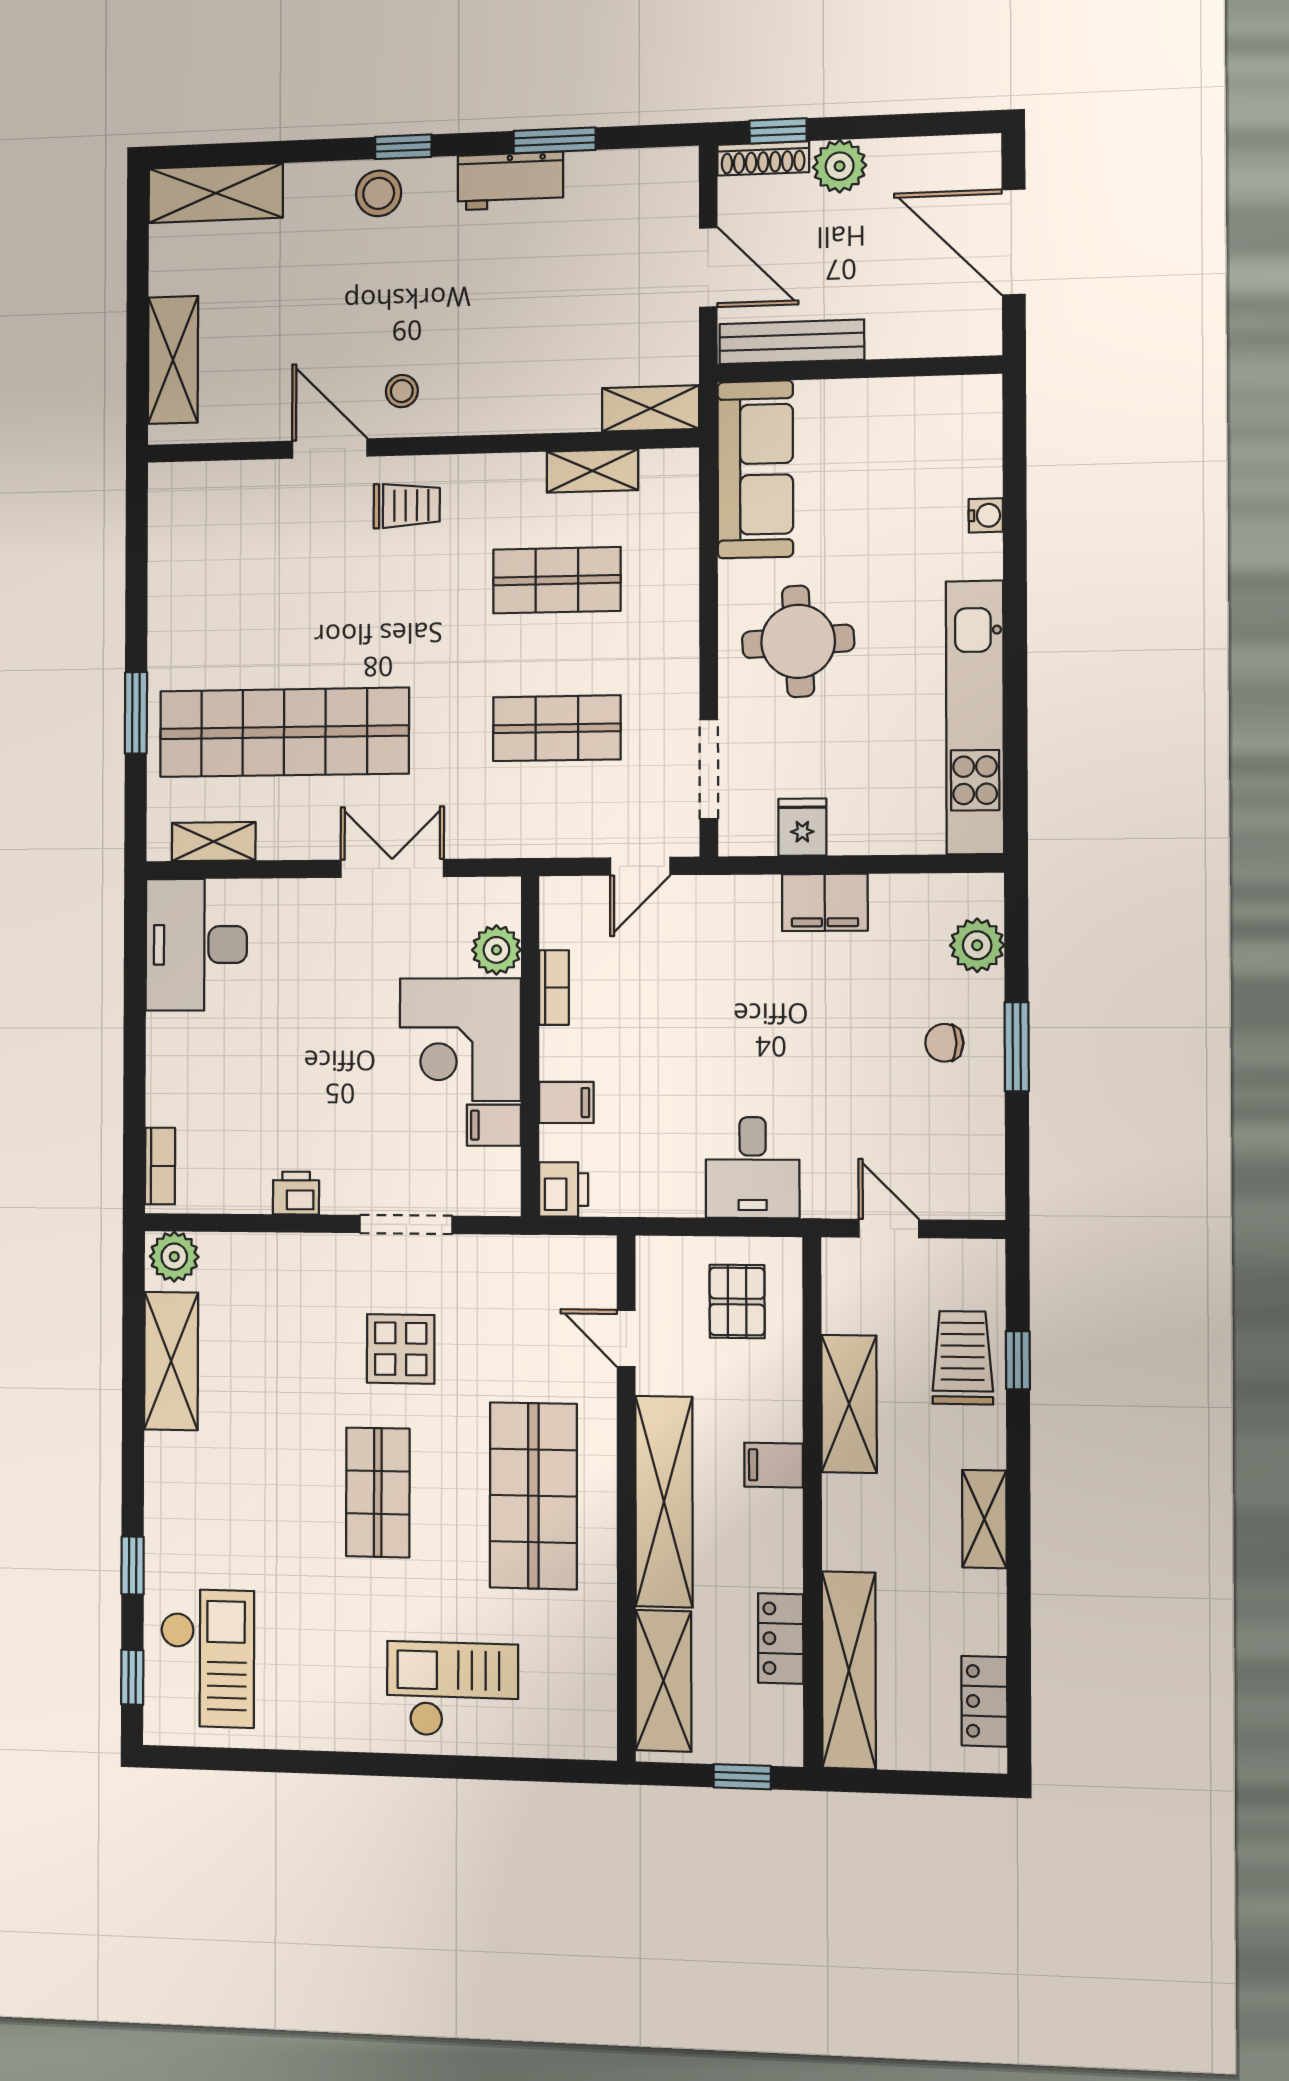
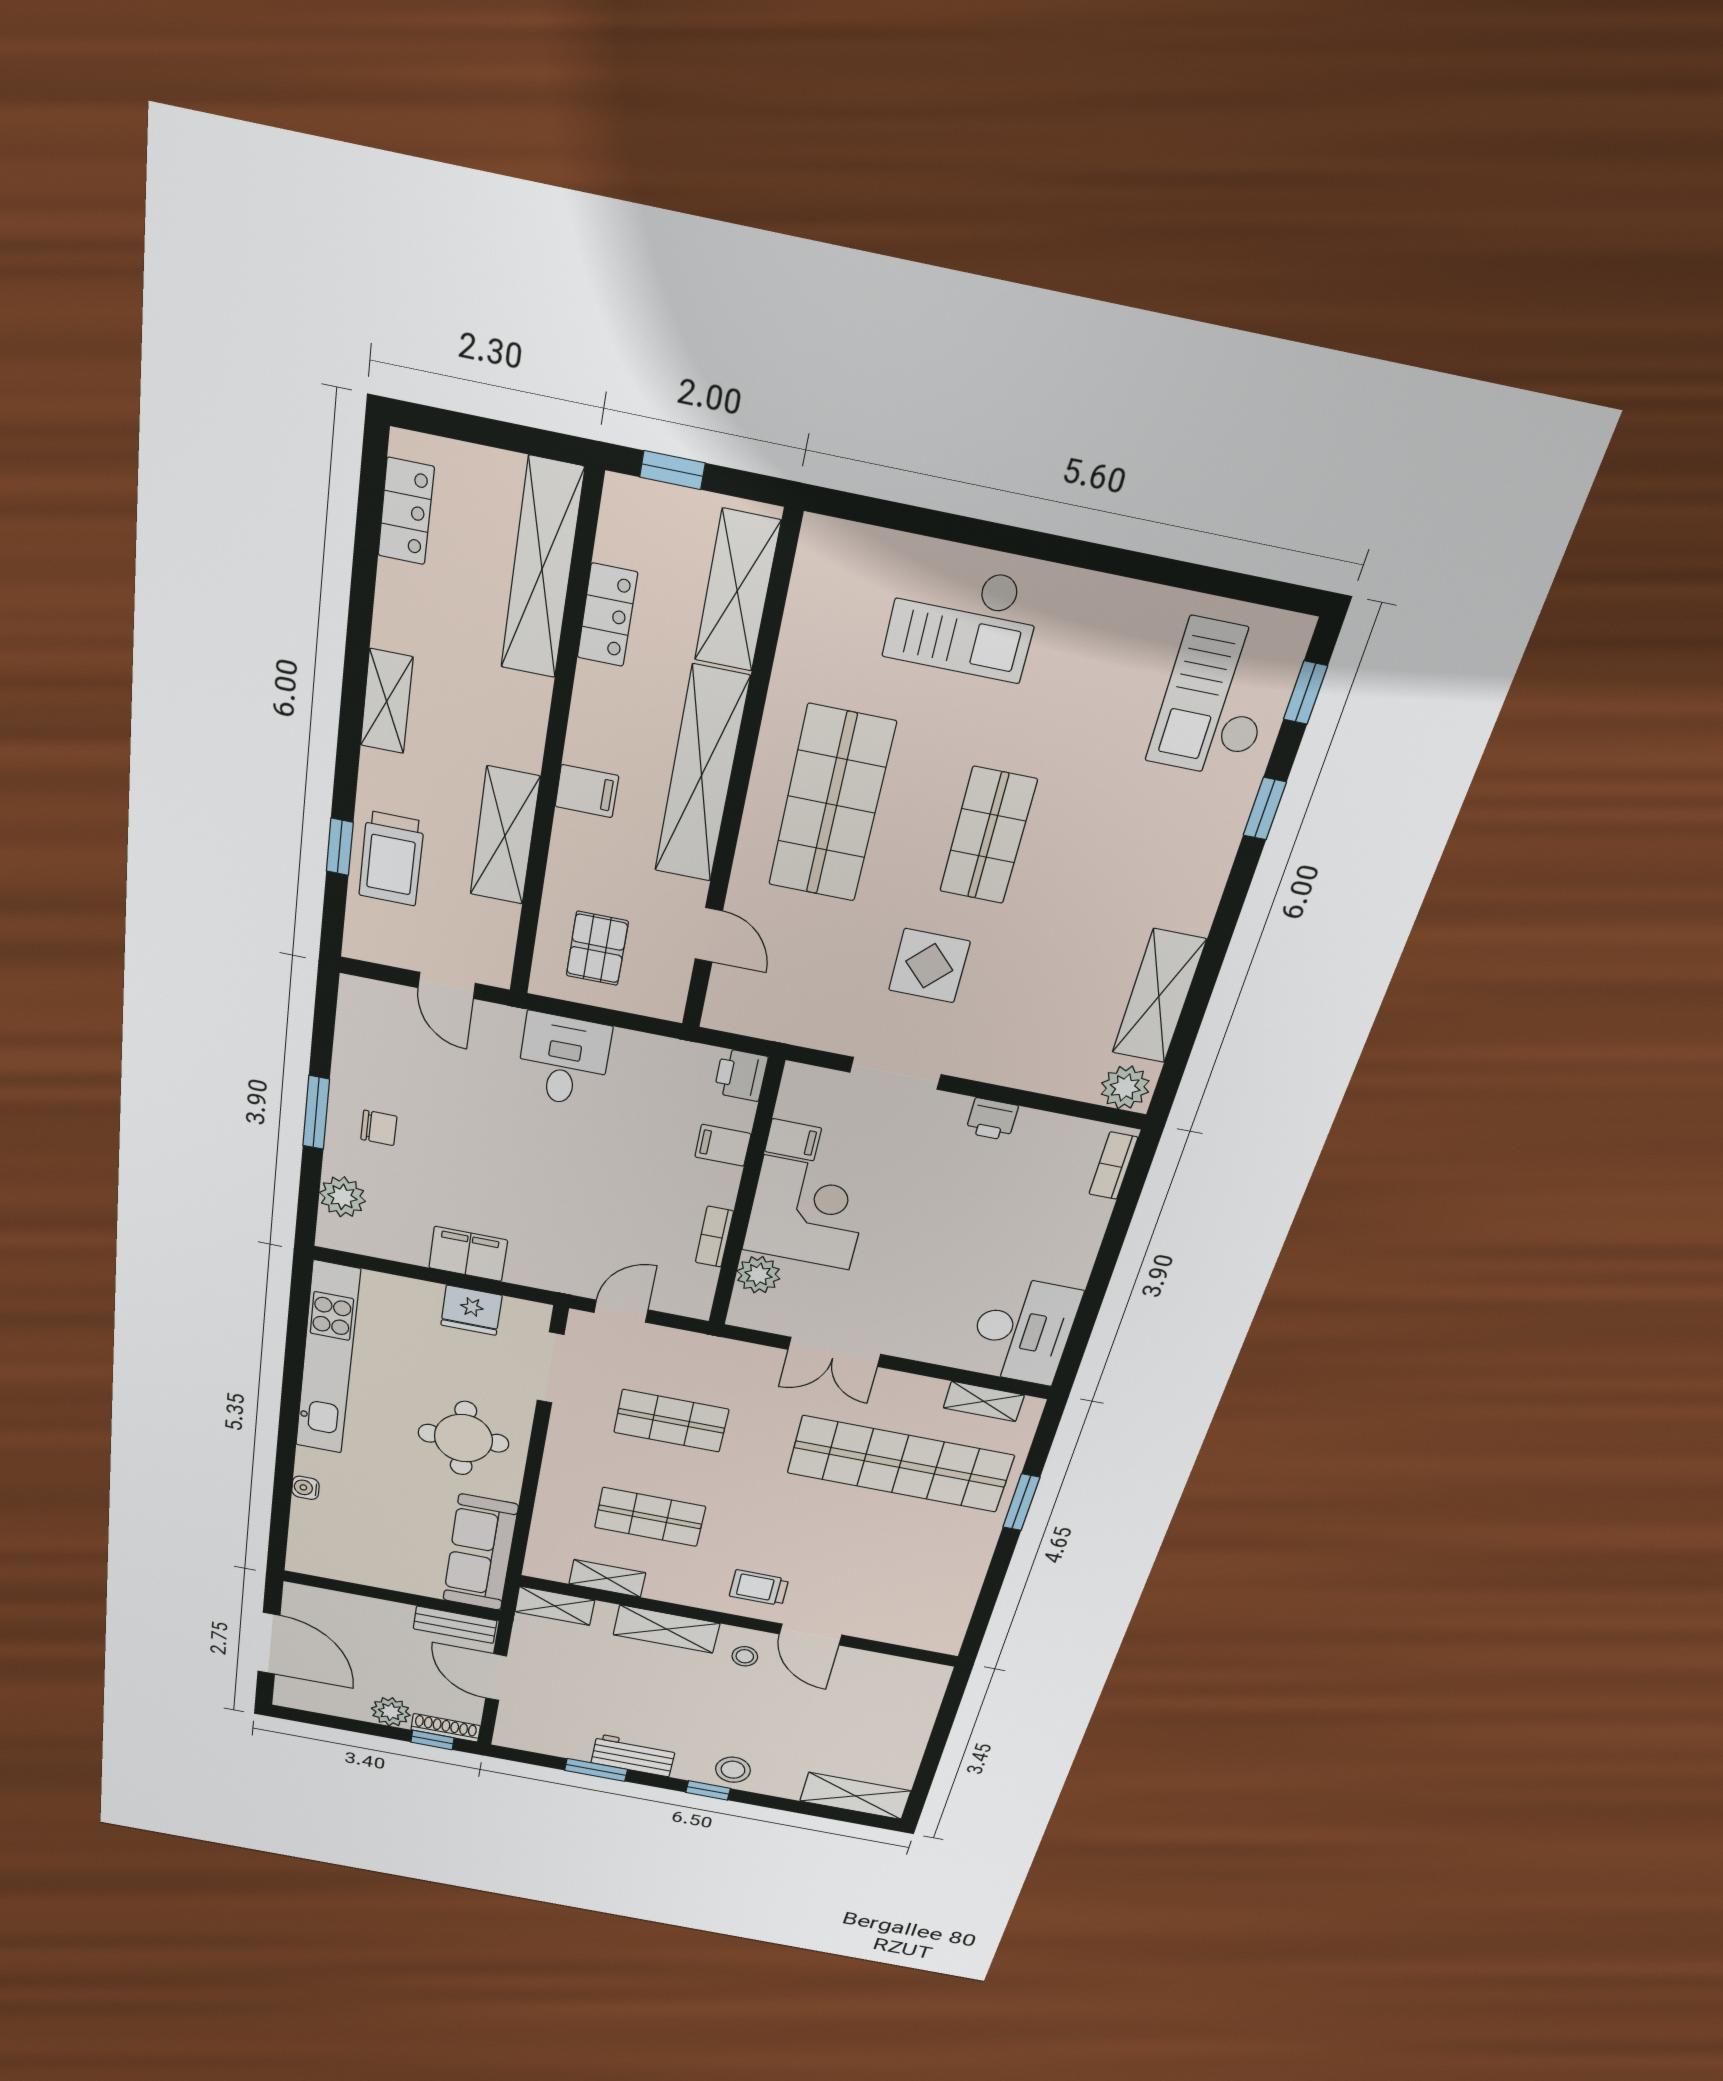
bench: (792, 342) -> (455, 1625), width x0.73
shelving: (173, 360) -> (666, 1629), moved, turned 90
fridge: (802, 827) -> (471, 1310), width x1.38

